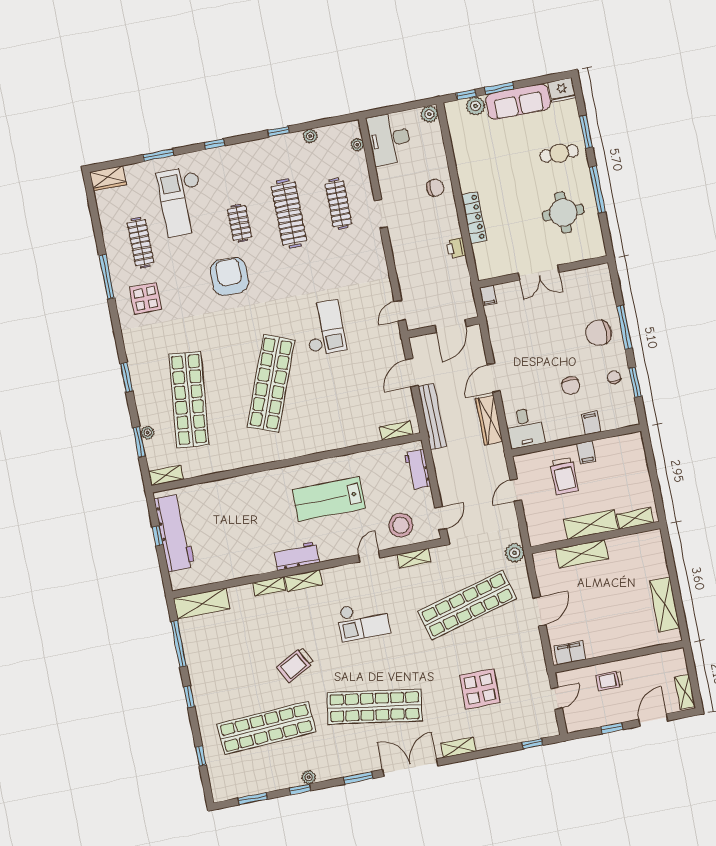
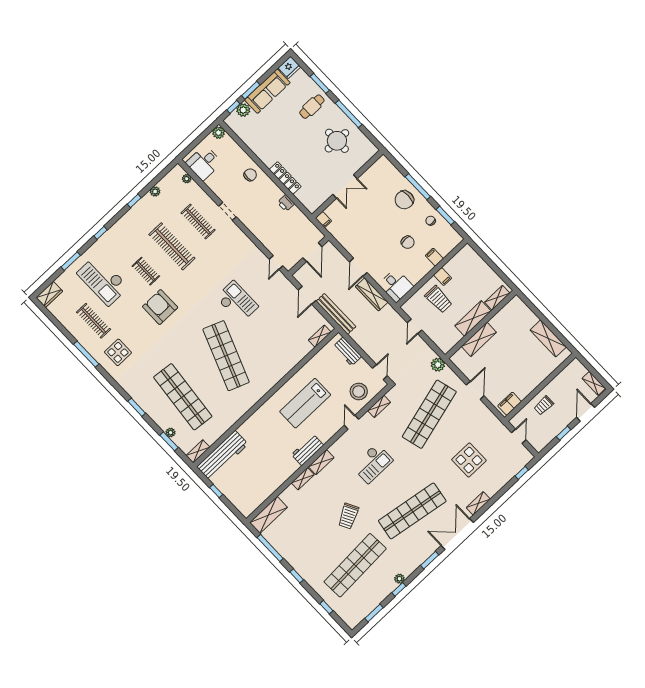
desk: (389, 139) -> (204, 163), width x0.73
workbench: (174, 533) -> (222, 455), moved, turned 90

